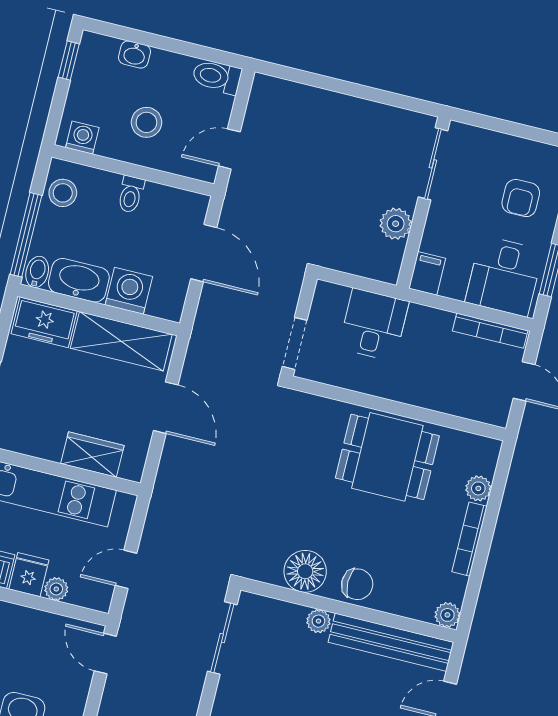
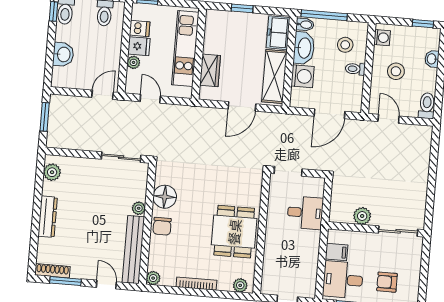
stool: (63, 193) -> (345, 45), moved
filing cabinet: (427, 273) -> (337, 252), moved
bookcase: (490, 331) -> (312, 277), removed
plant: (478, 488) -> (240, 285), moved

